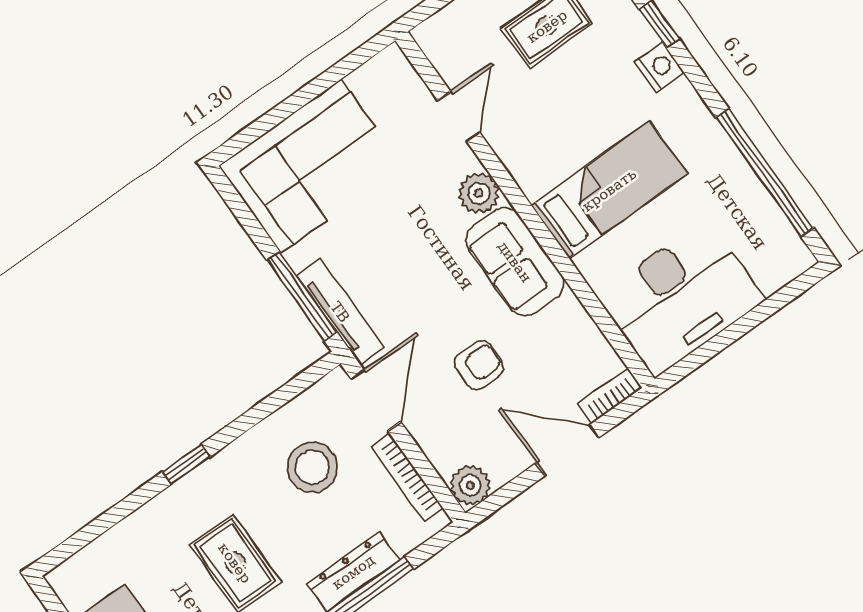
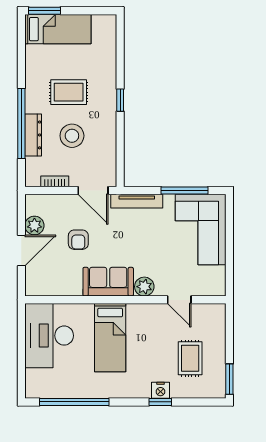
nightstand: (659, 67) -> (160, 390), moved
window: (302, 296) -> (184, 190), moved
bookcase: (610, 396) -> (31, 282), removed
stool: (312, 467) -> (72, 136), moved
bookcase: (407, 477) -> (55, 181), width x0.64
plant: (470, 485) -> (34, 226), moved

